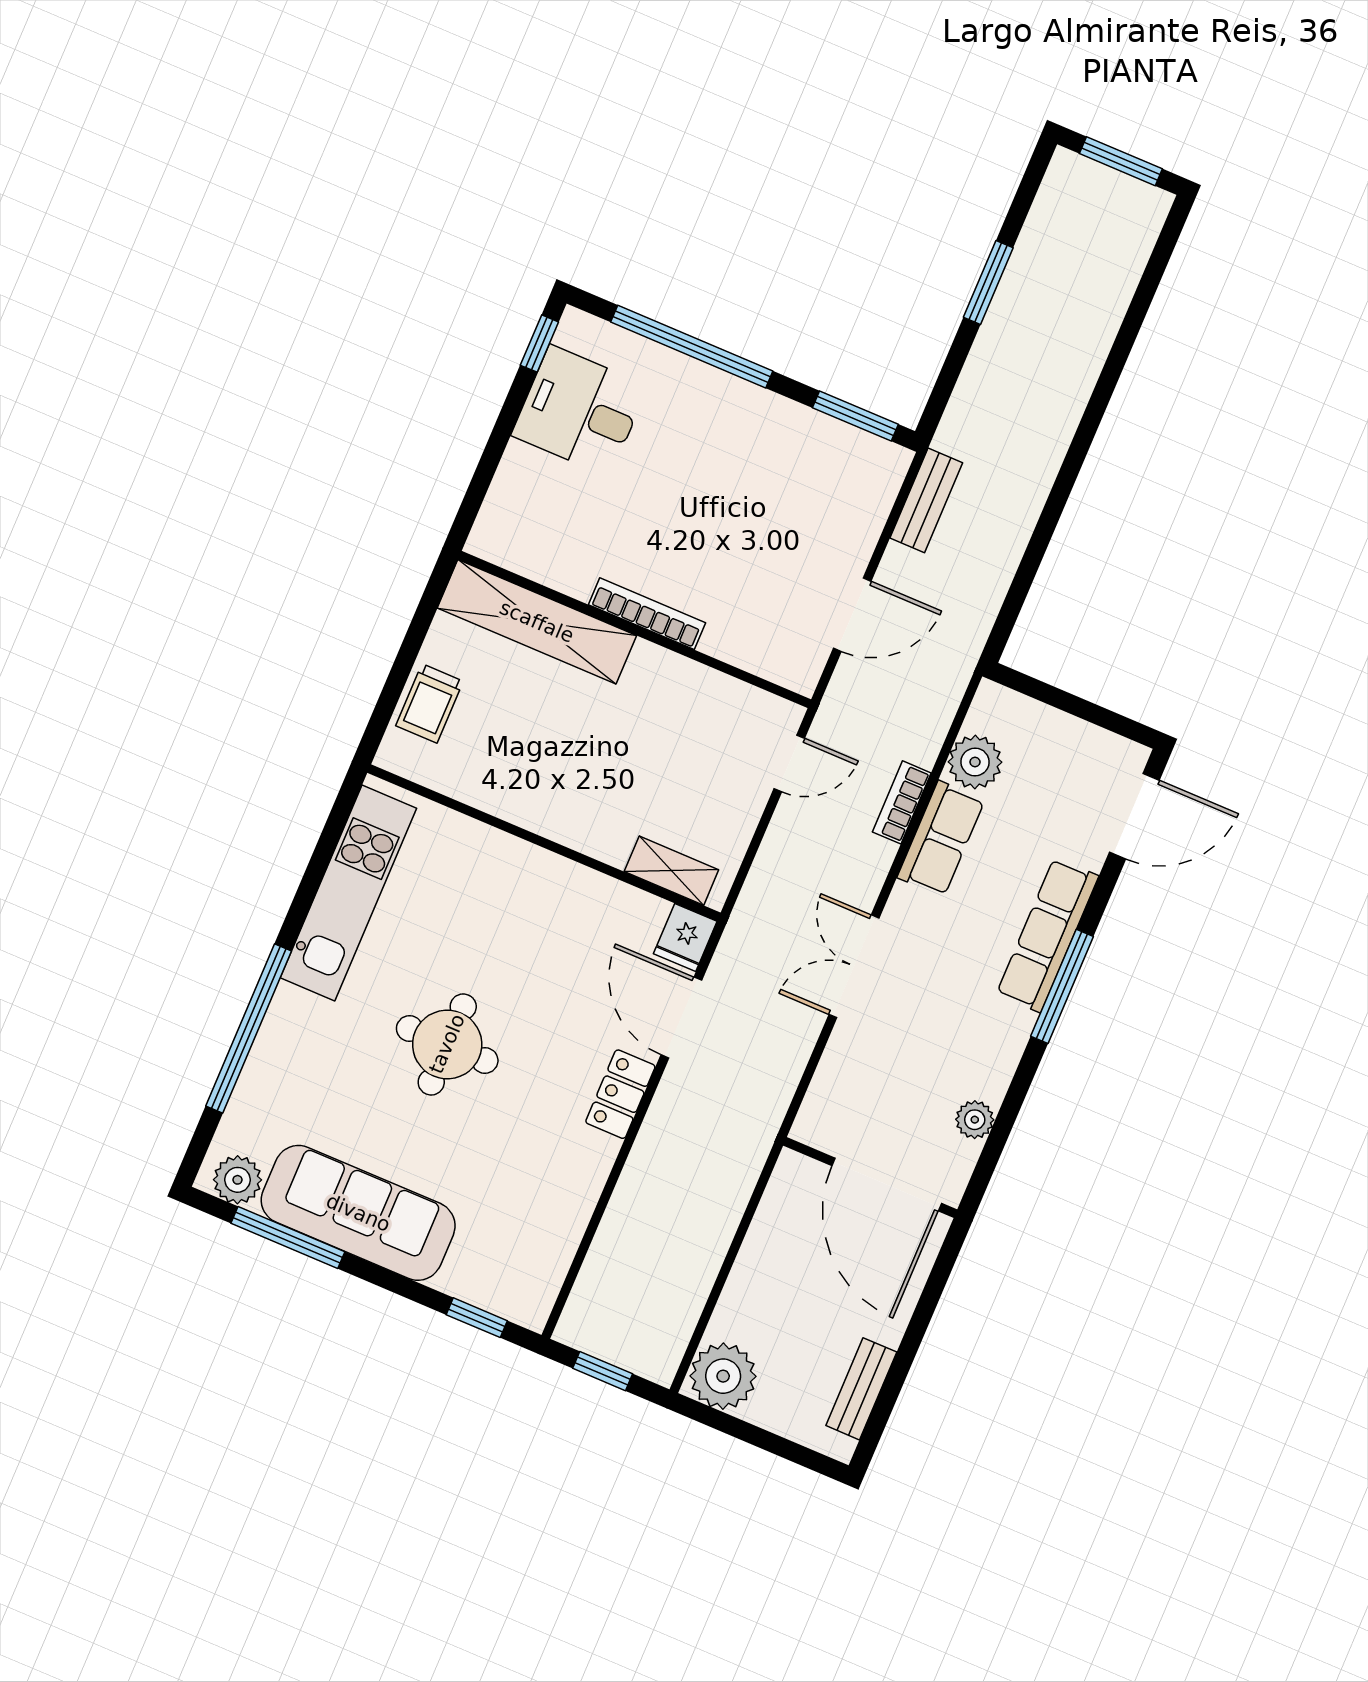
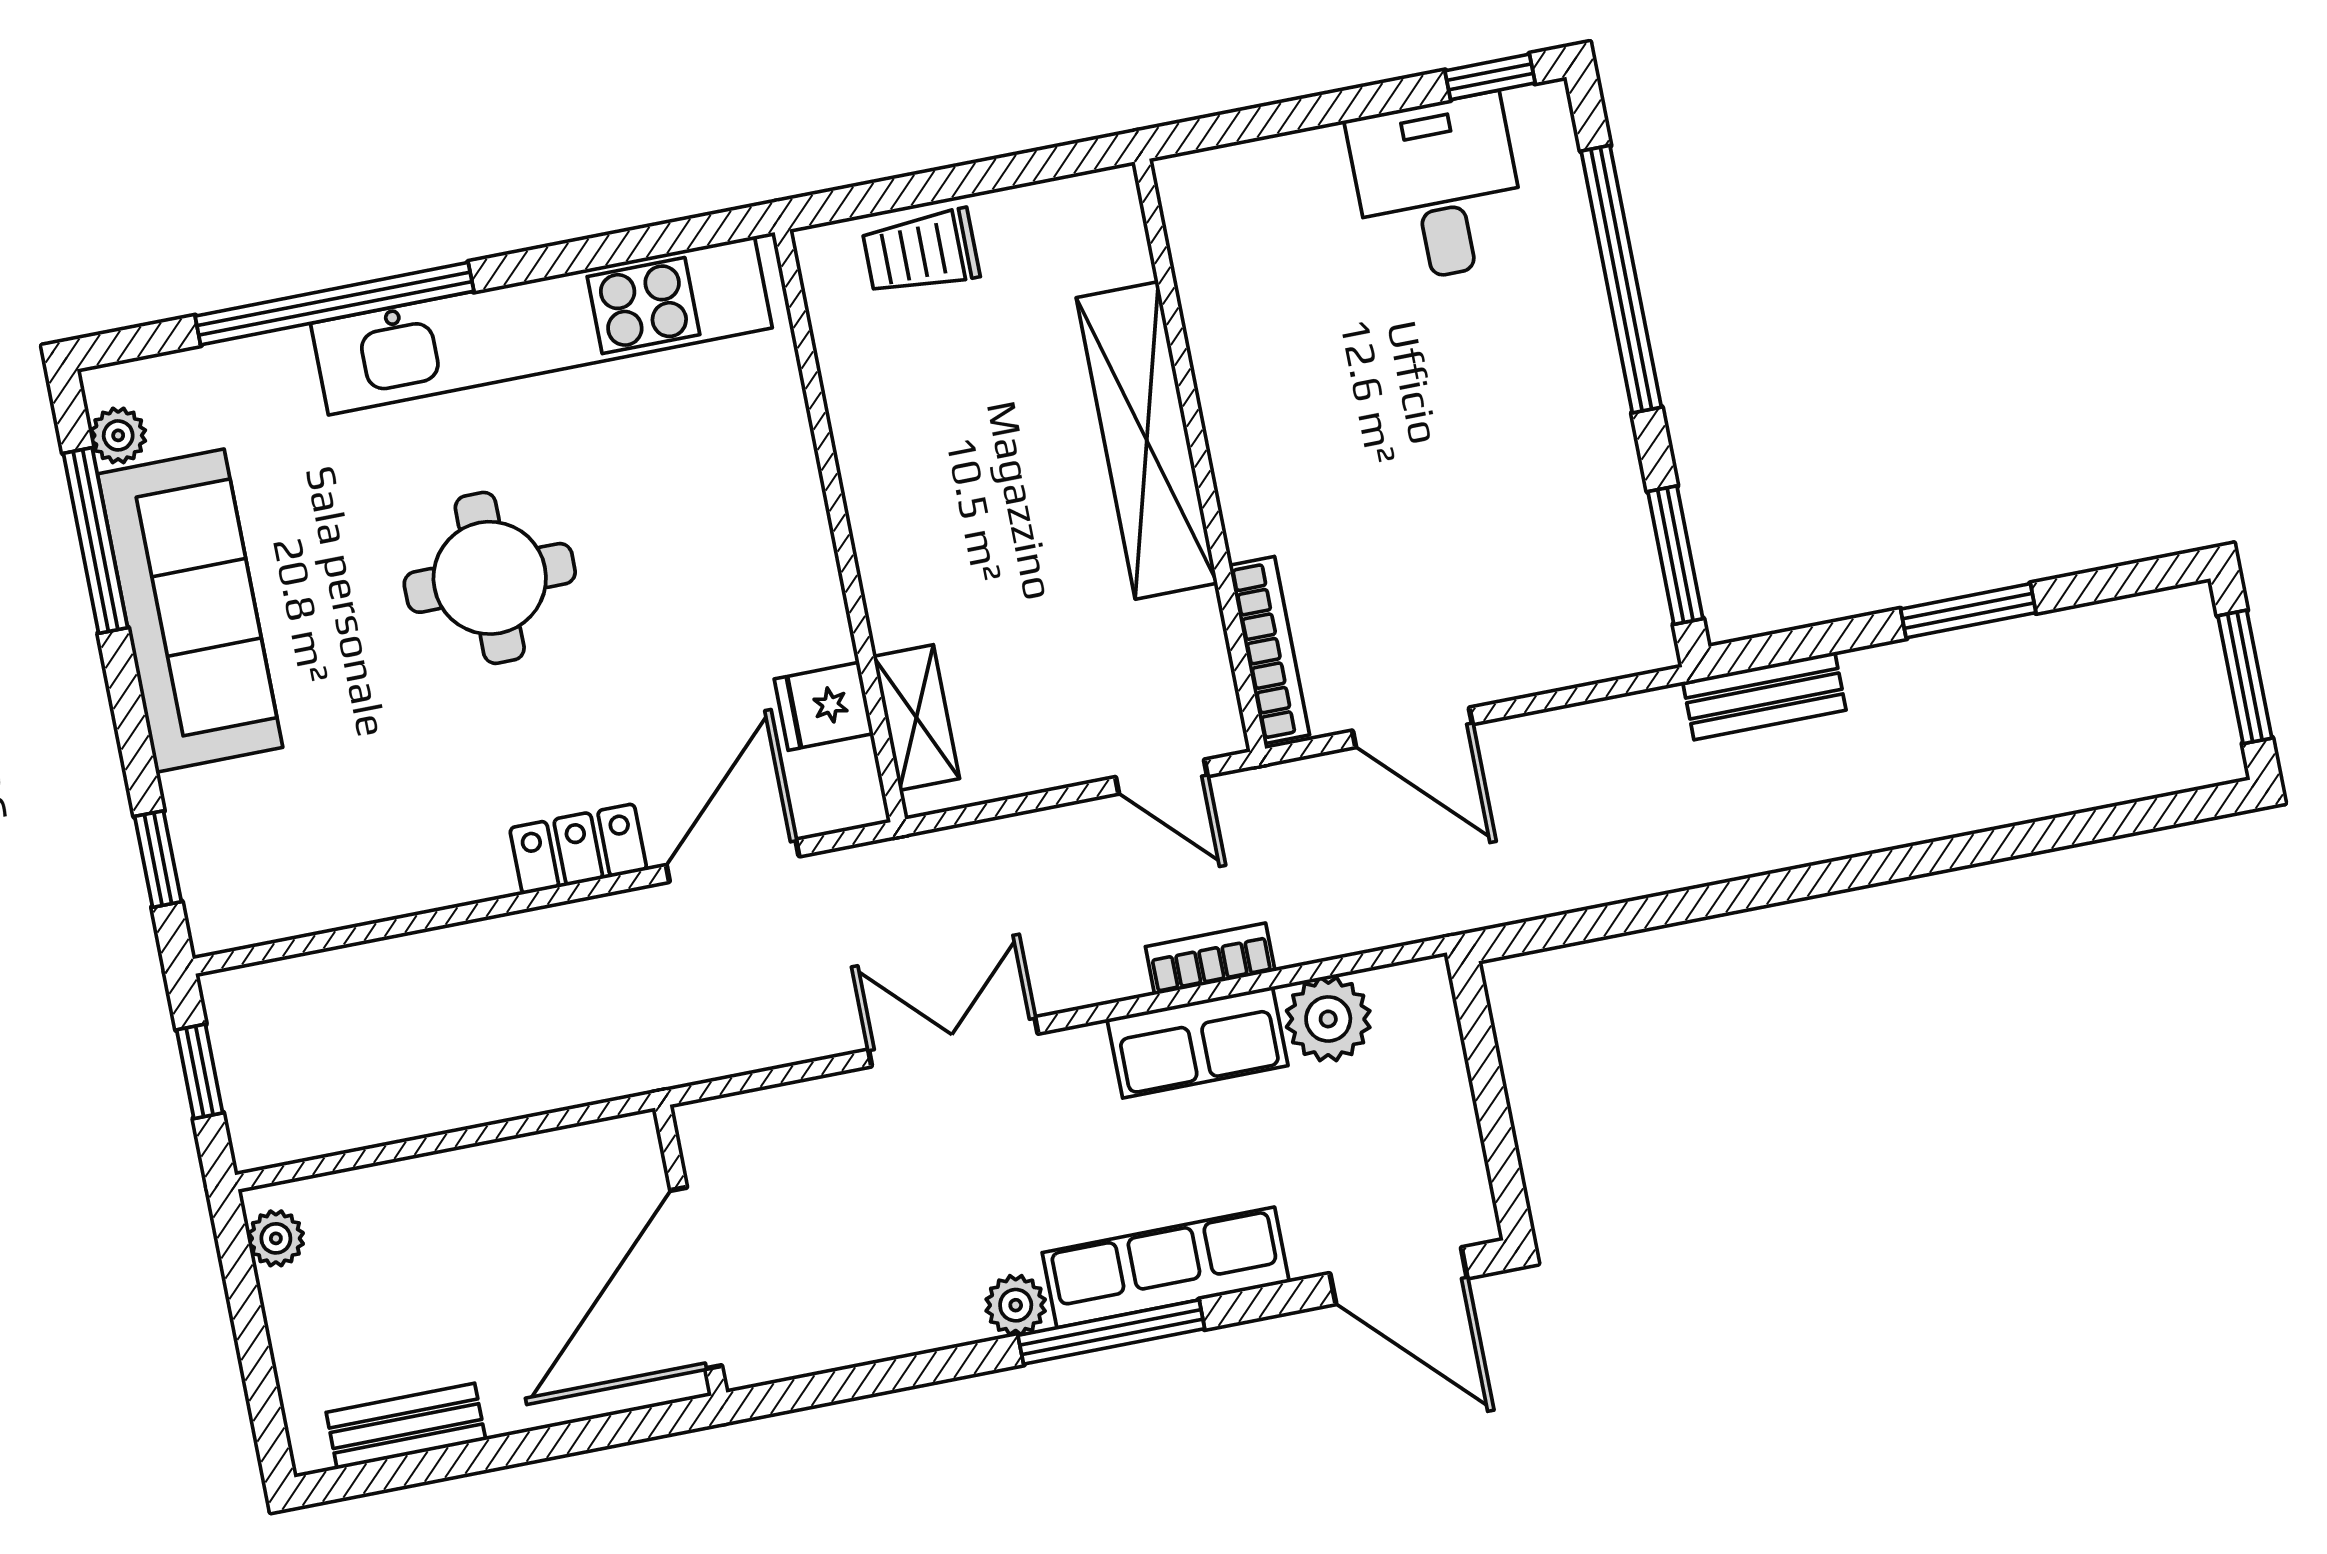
bench: (926, 500) -> (1764, 696), moved
bookcase: (647, 614) -> (1269, 650), moved
shelving: (537, 622) -> (1147, 440), moved
kitchen unit: (348, 893) -> (541, 326), width x1.36
fridge: (685, 938) -> (824, 706), moved
plant: (975, 1120) -> (1016, 1305), moved
plant: (238, 1180) -> (118, 435), width x0.73, depth x0.73
plant: (723, 1376) -> (276, 1238), width x0.53, depth x0.53

